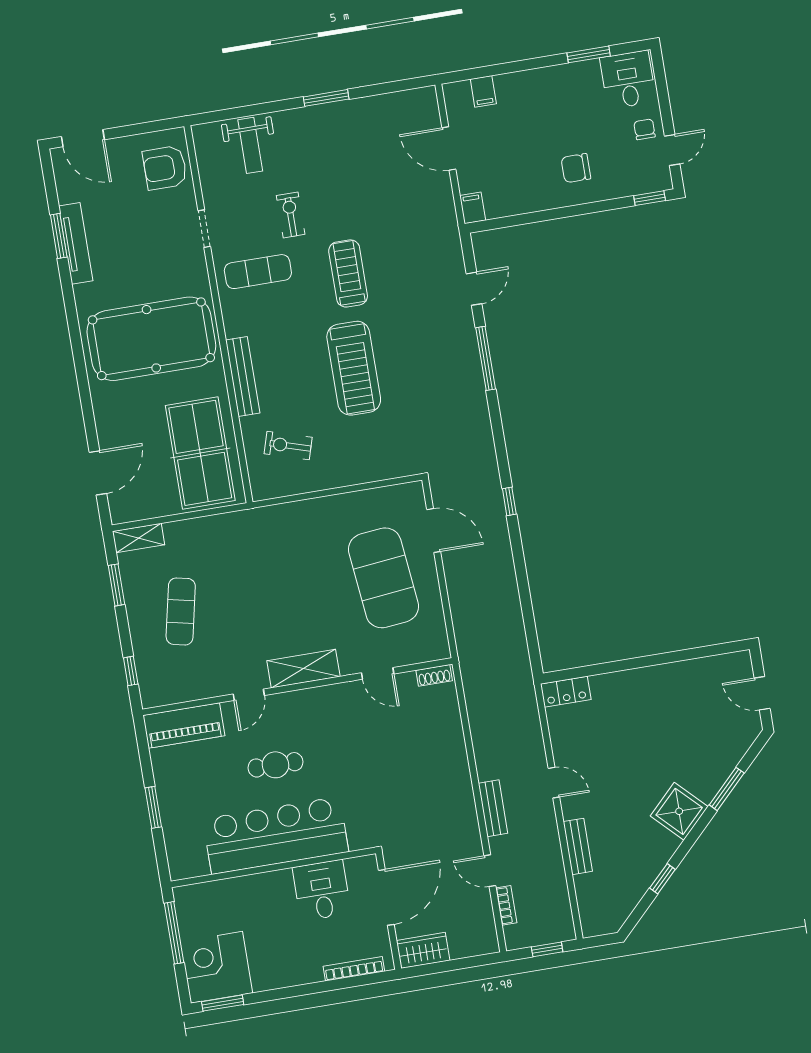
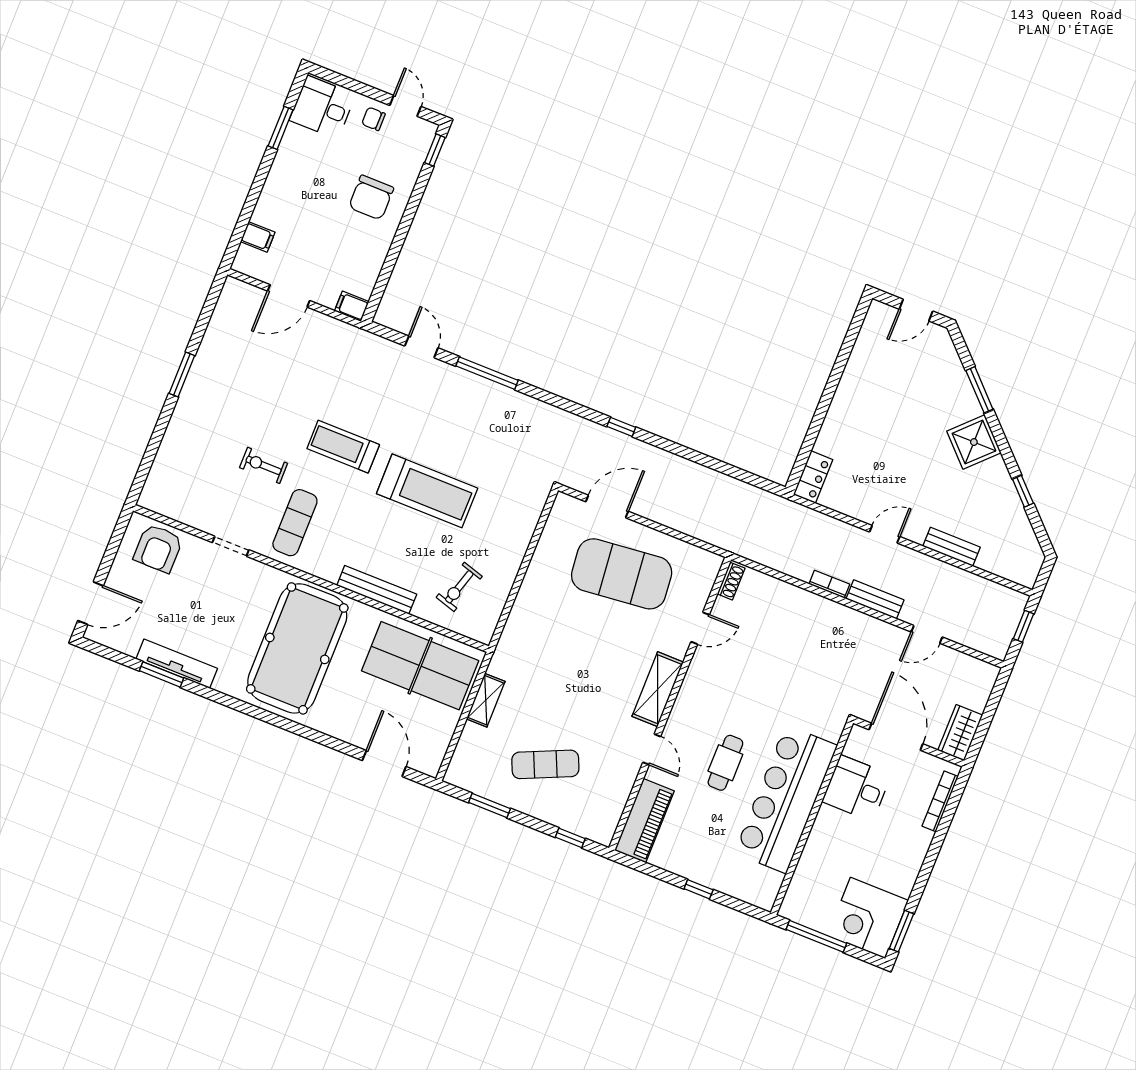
weight bench: (250, 145) -> (183, 464), removed
chair: (576, 168) -> (371, 197), width x1.37, depth x1.37
shelving: (139, 538) -> (486, 700), moved
exercise mat: (181, 611) -> (545, 764), turned -36
window: (153, 807) -> (699, 889), width x0.67
bookcase: (506, 905) -> (829, 584), moved

